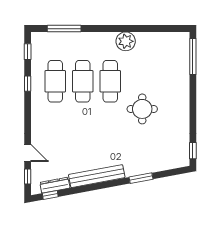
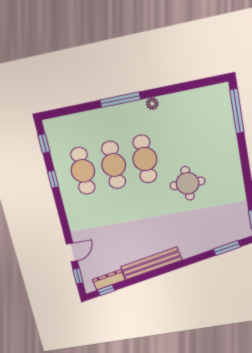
window: (64, 29) -> (120, 100), moved
plant: (126, 41) -> (152, 104), width x0.53, depth x0.53
door: (28, 153) -> (72, 252), hinge flipped
window: (141, 178) -> (227, 248), moved

